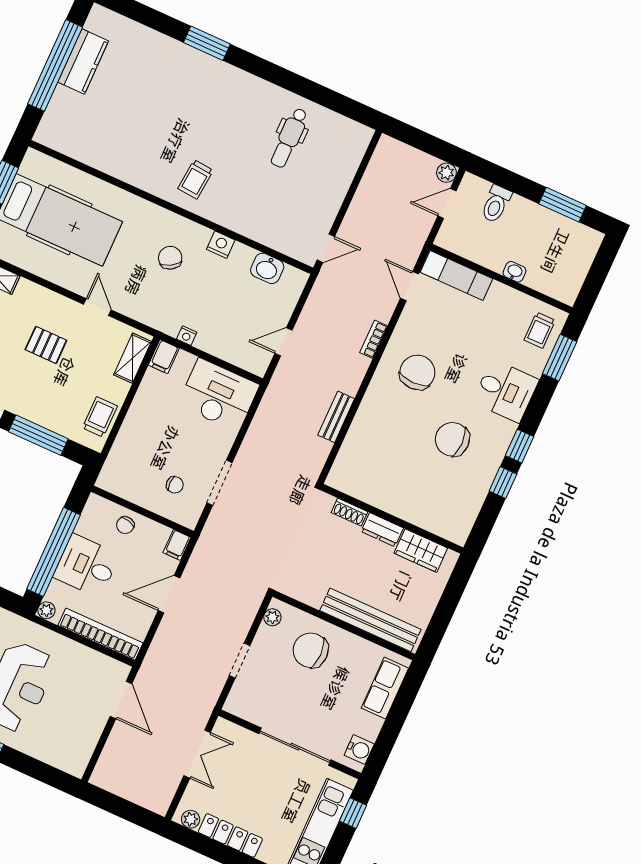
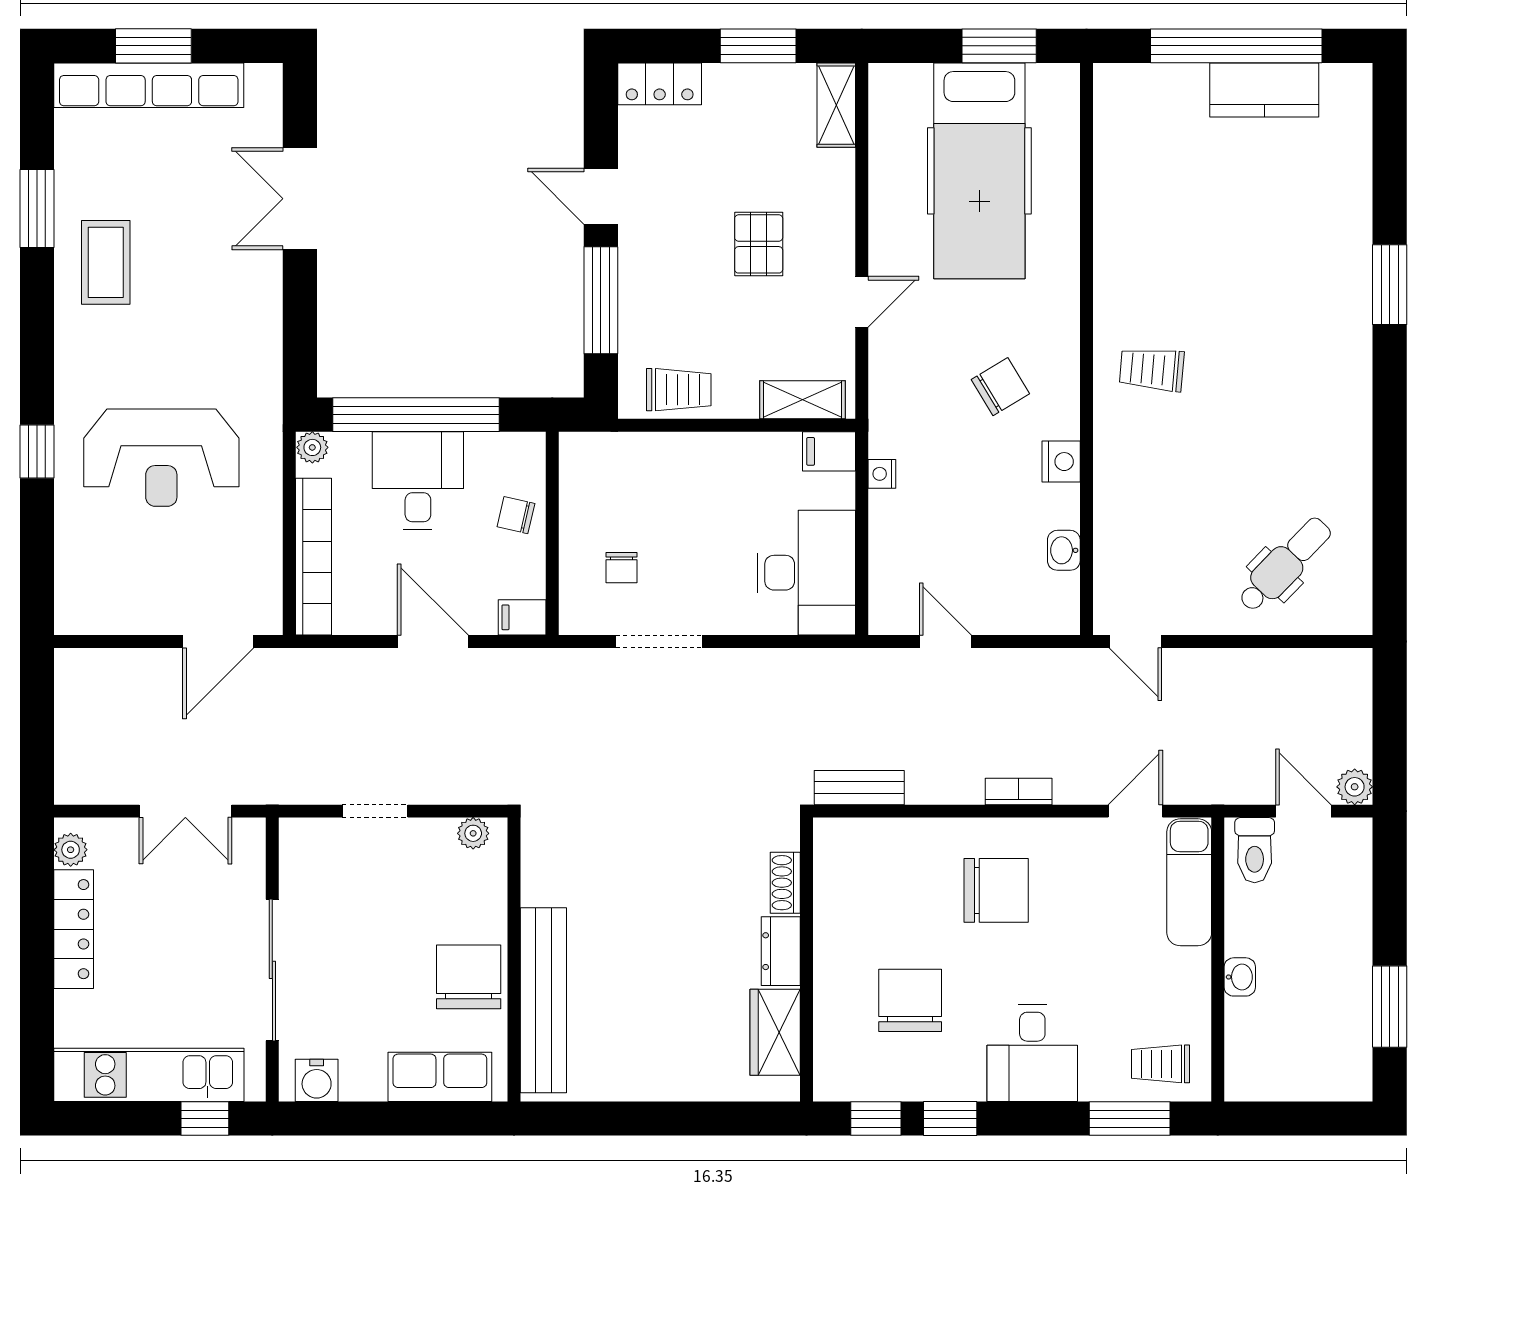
dental chair: (289, 138) -> (1285, 565), moved, turned 134
toilet: (496, 204) -> (1255, 850), moved, turned -90
washbasin: (267, 268) -> (1064, 550), width x0.72, depth x0.69
shoe rack: (349, 512) -> (785, 883), moved
wall: (392, 519) -> (807, 960), moved
dresser: (382, 530) -> (781, 951), moved
wardrobe: (421, 551) -> (775, 1032), moved
chair: (311, 650) -> (469, 977), moved

